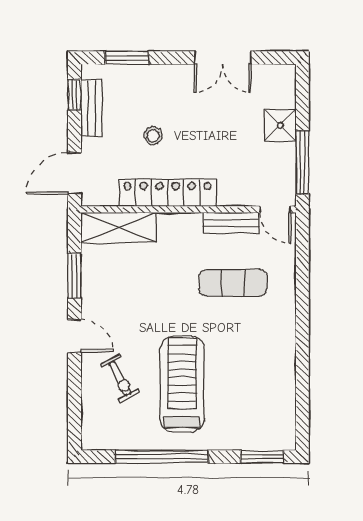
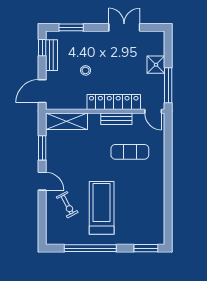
double door: (223, 58) -> (124, 27), swing flipped
locker: (168, 193) -> (114, 102), moved
bench: (231, 223) -> (116, 119), moved

